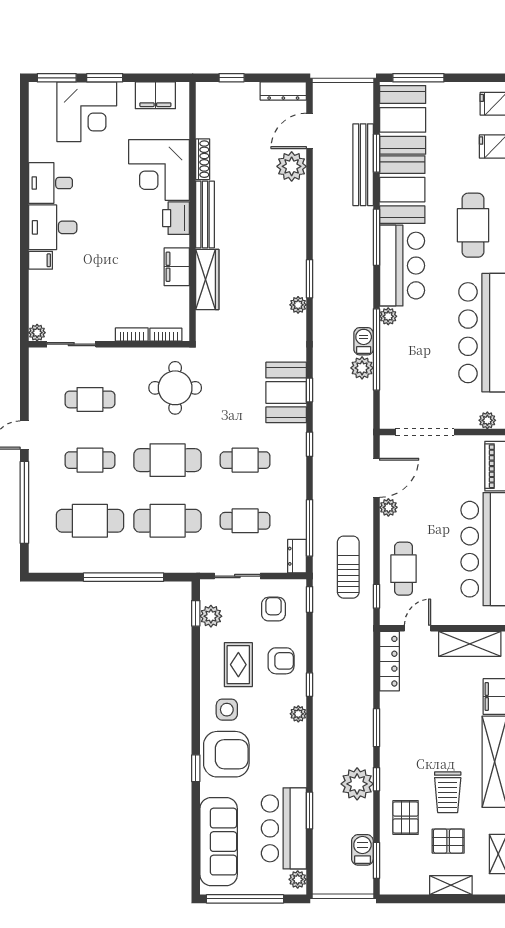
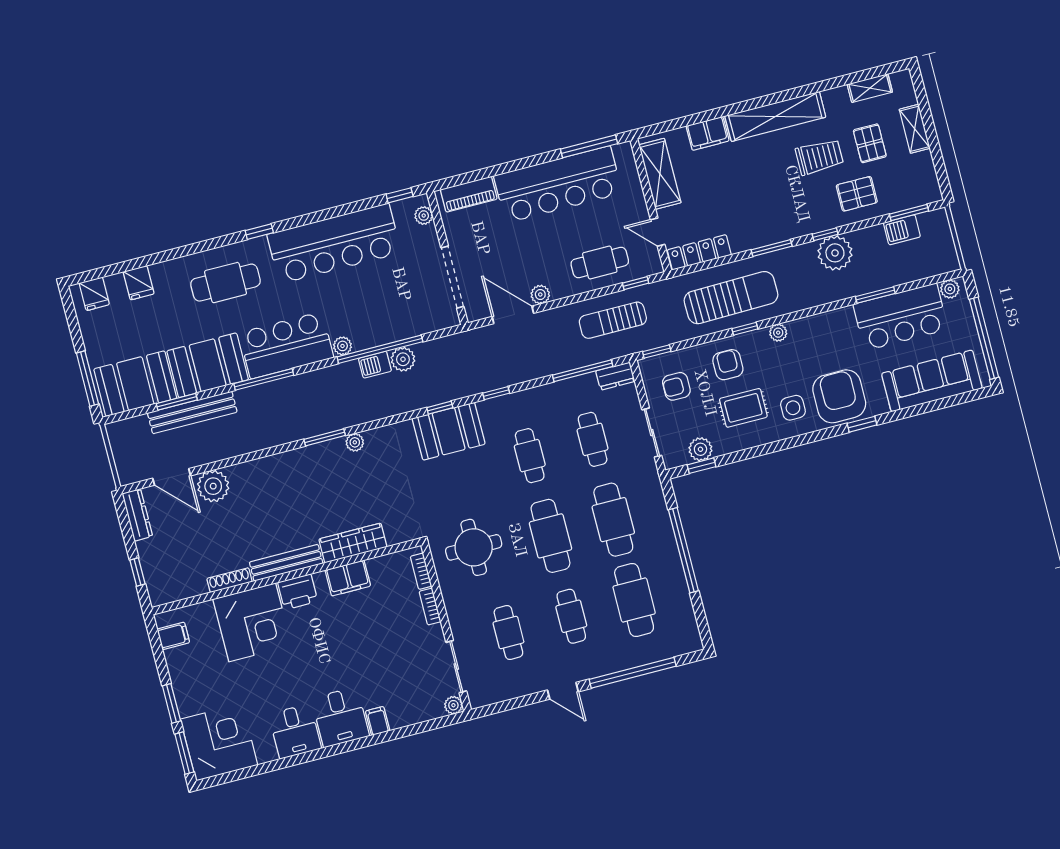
filing cabinet: (155, 95) -> (173, 636), width x0.50
corner desk: (87, 112) -> (219, 742), moved
sun lounger: (341, 679) -> (731, 298), added

